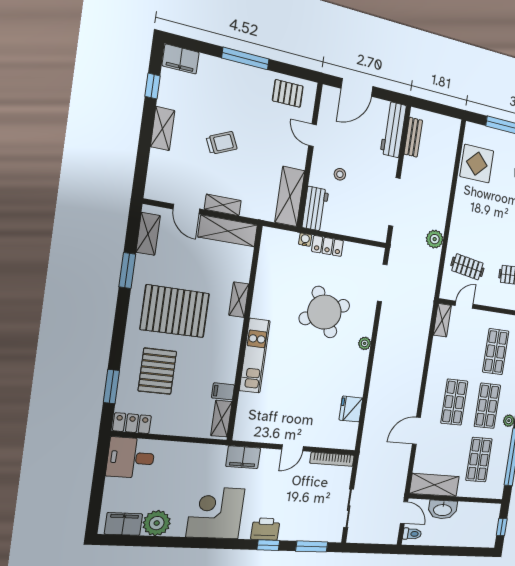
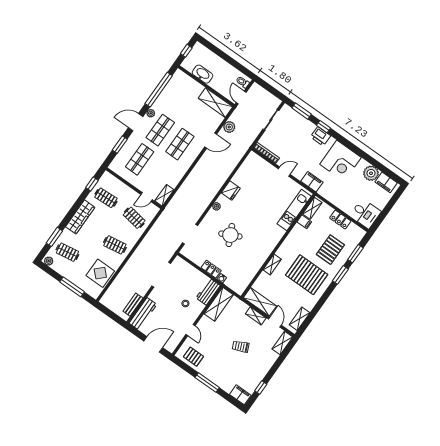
shelving: (163, 129) -> (282, 343), moved
clothes rail: (475, 215) -> (115, 245), added
plant: (435, 239) -> (229, 127), moved
window: (127, 271) -> (340, 275), moved
round table: (324, 312) -> (230, 235), width x0.73, depth x0.73
kitchen unit: (255, 356) -> (294, 210), moved
fridge: (351, 409) -> (231, 191), moved
locker: (132, 423) -> (340, 220), moved
shop shelf: (479, 460) -> (181, 101), removed
washbasin: (443, 510) -> (202, 74), moved

